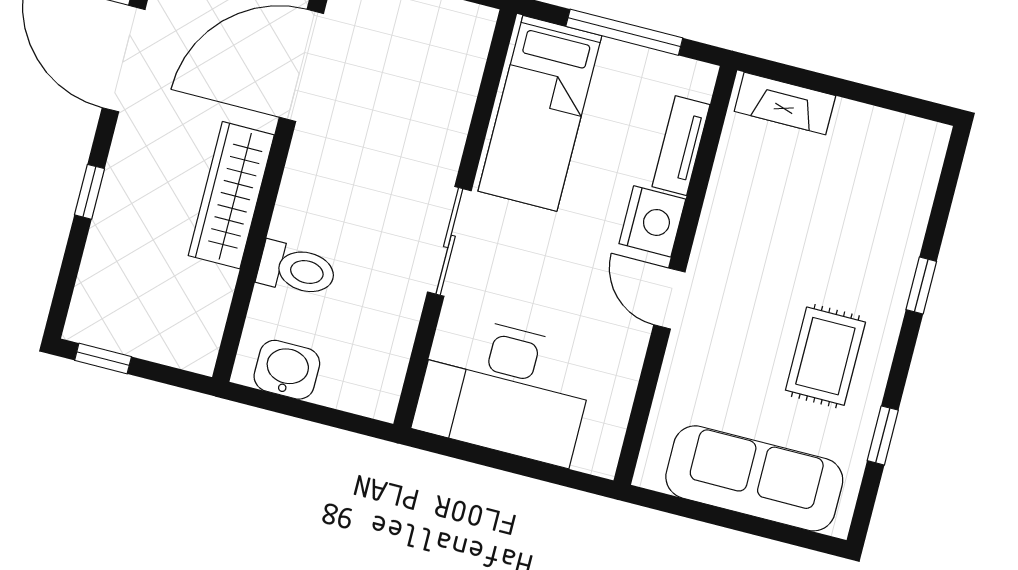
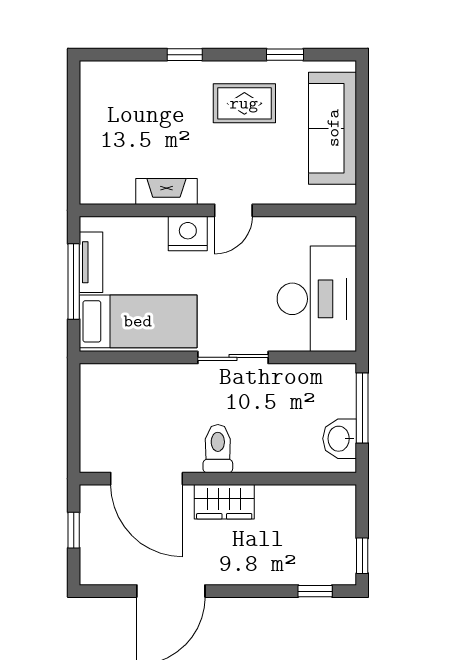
fireplace: (785, 103) -> (166, 192), moved, turned -90
tv unit: (681, 146) -> (91, 262), moved, turned -90
window: (89, 192) -> (315, 591), moved
wardrobe: (231, 195) -> (224, 502), width x0.67
toilet: (297, 269) -> (218, 449), moved
window: (324, 415) -> (362, 408), added

